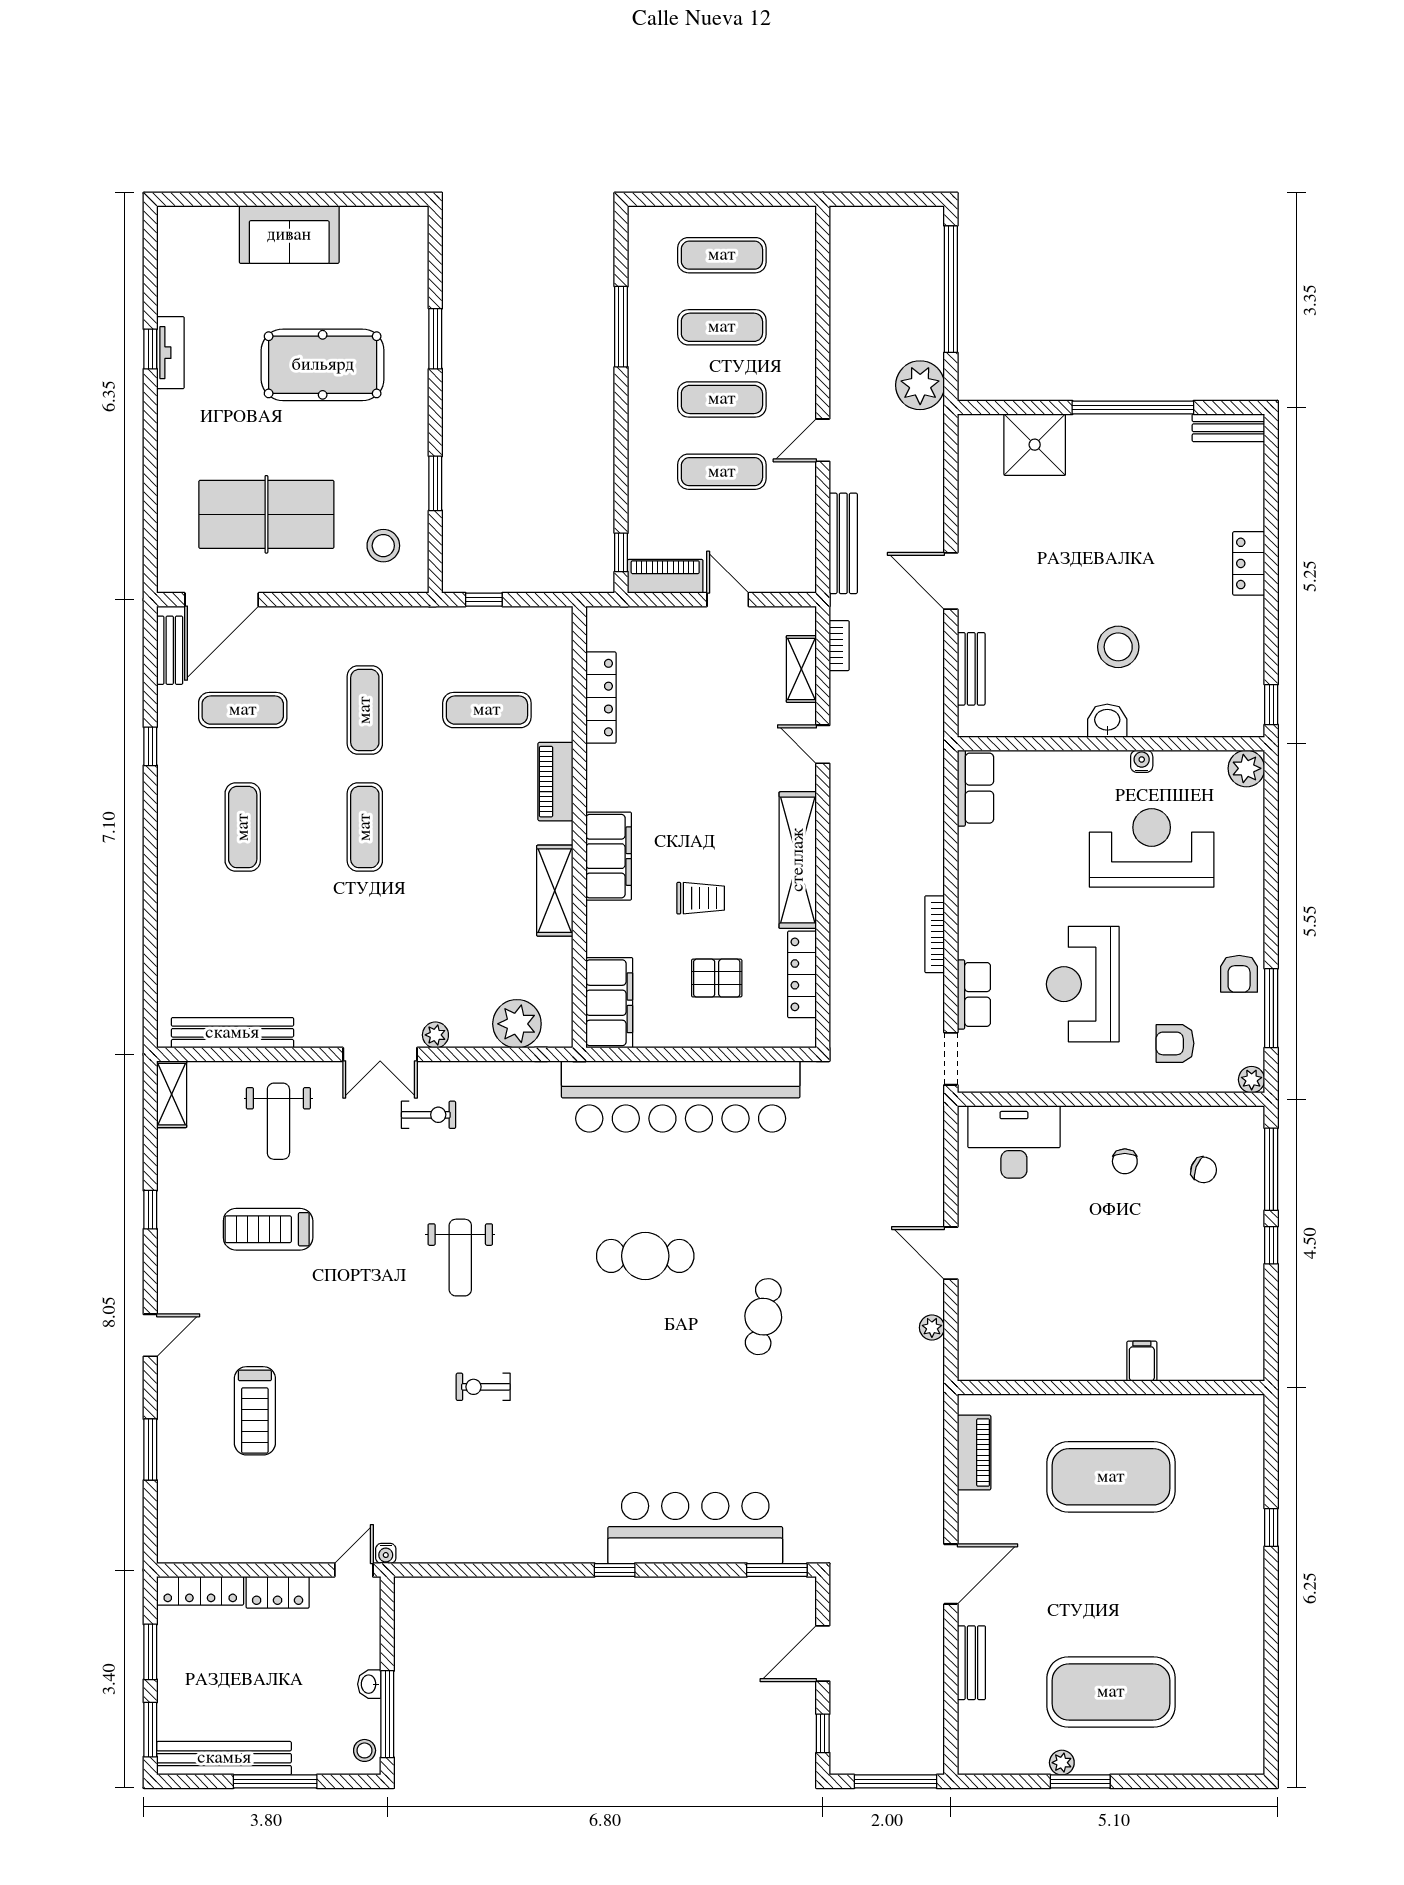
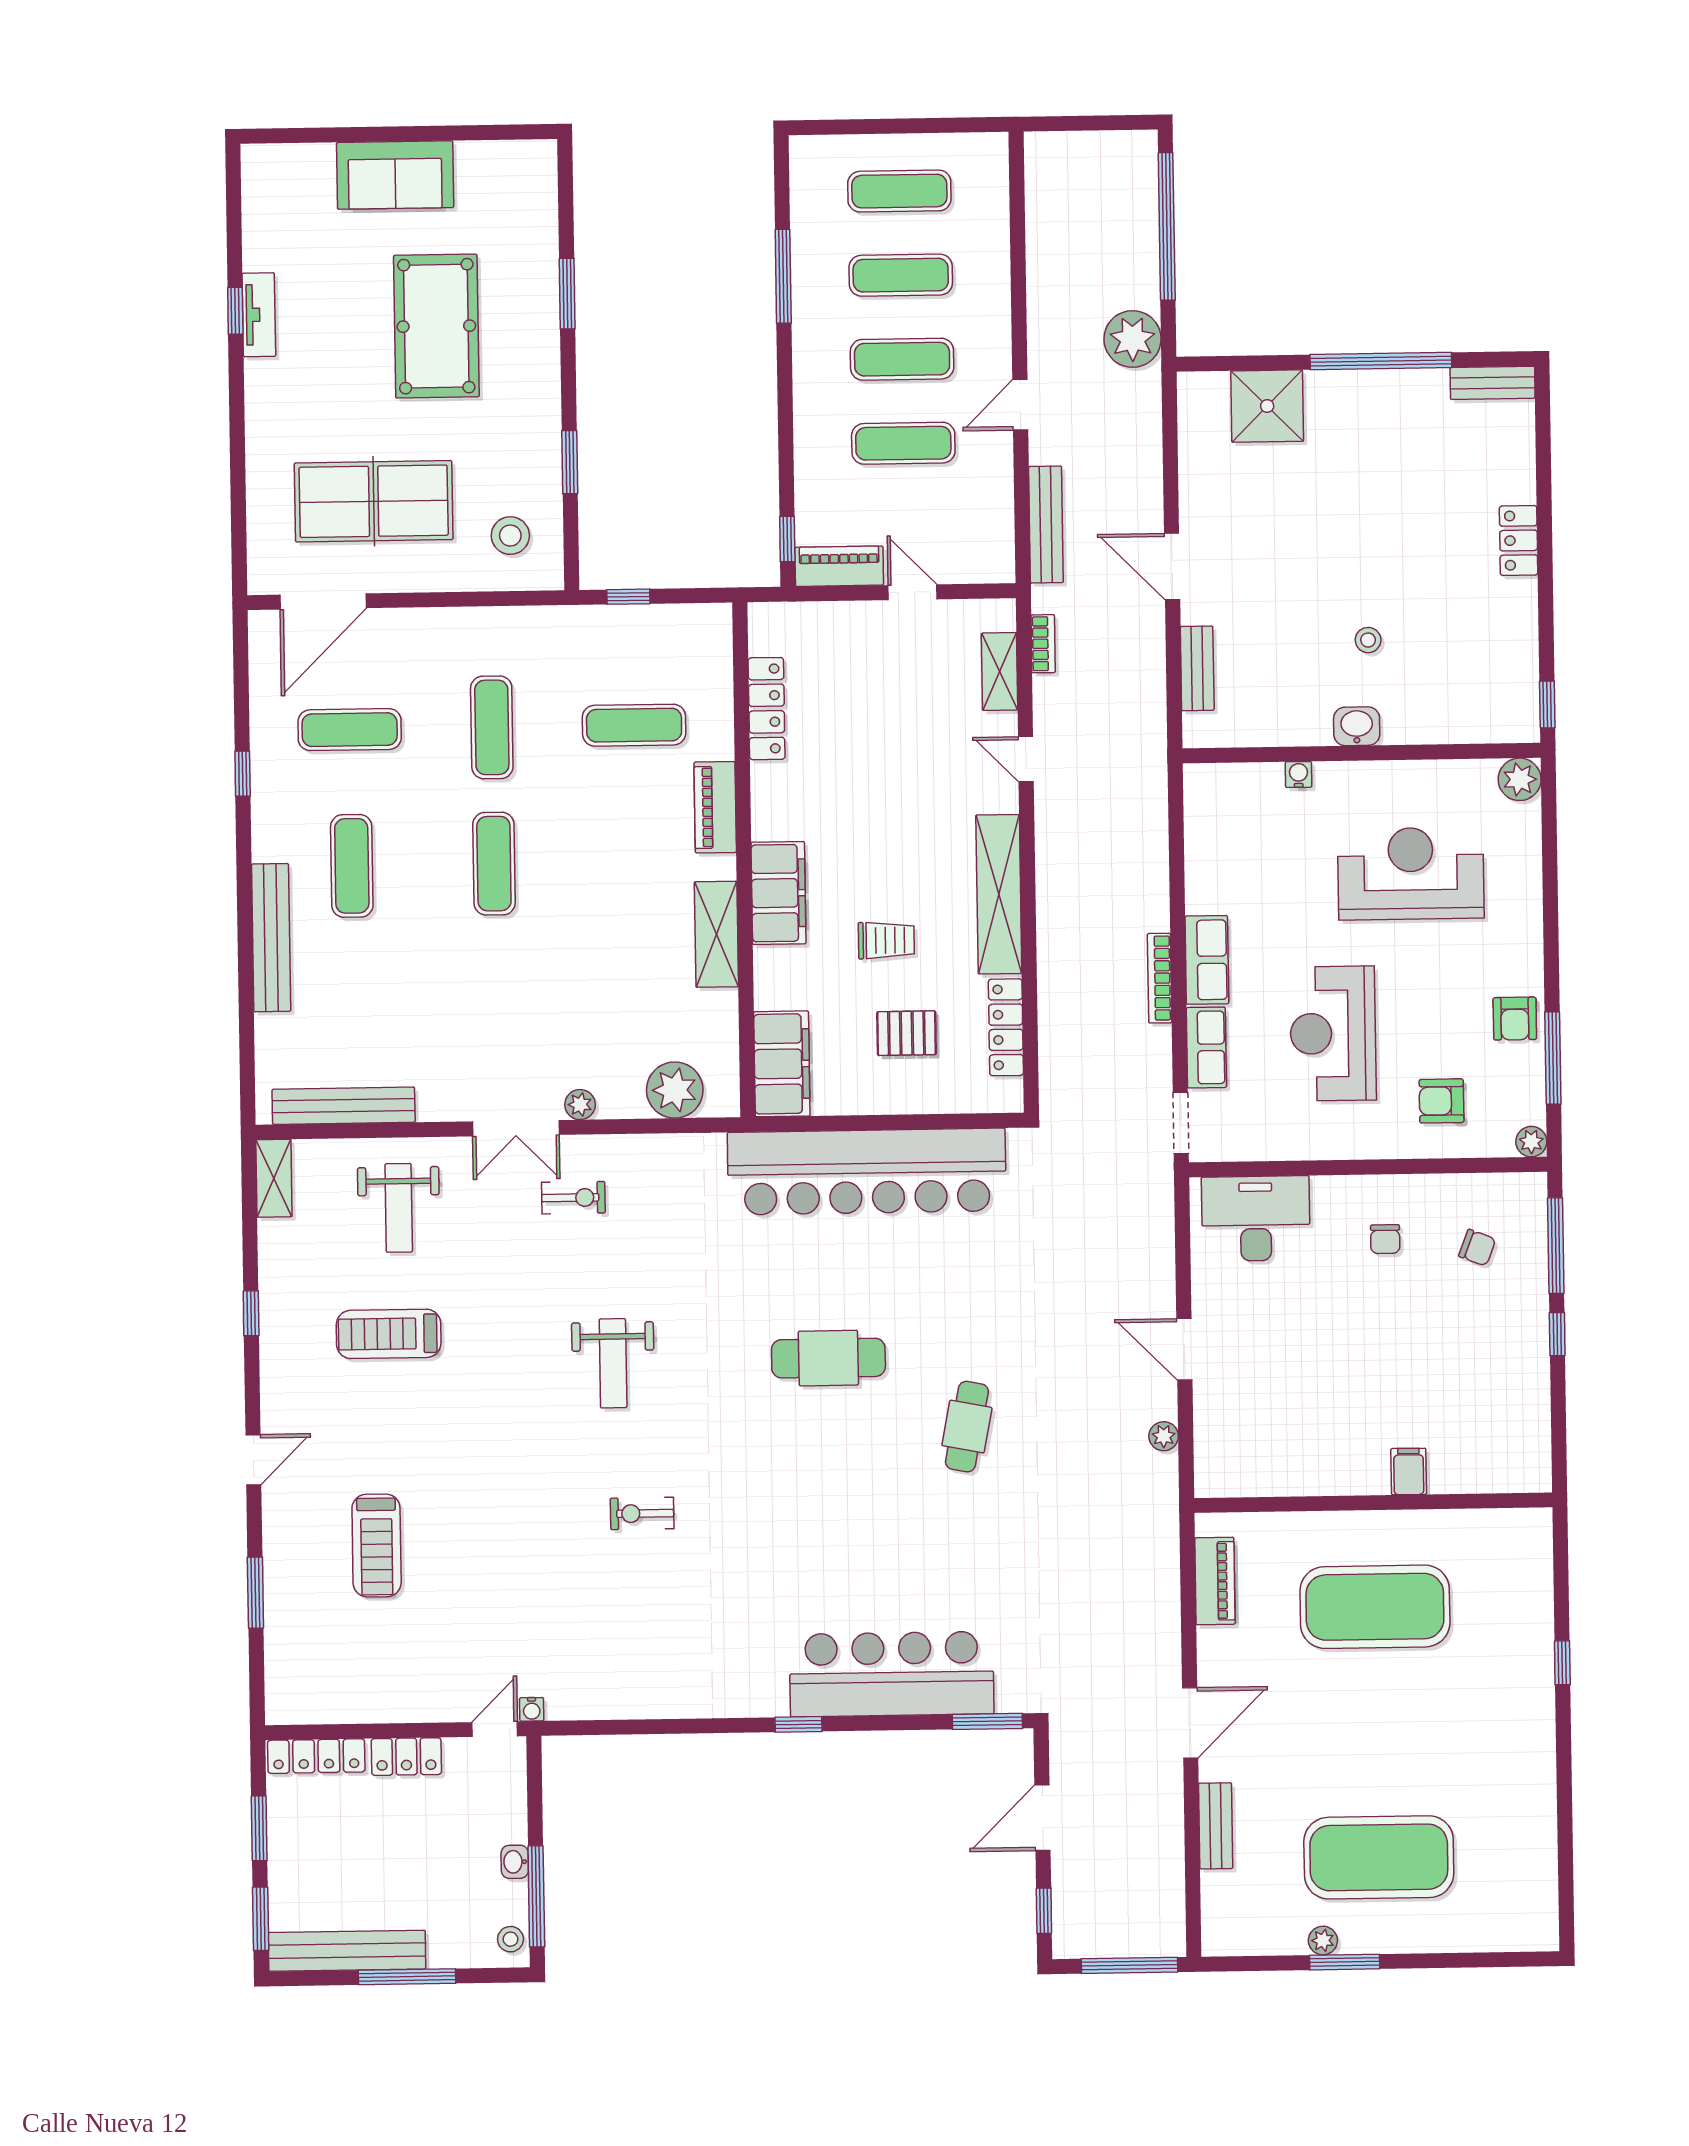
pool table: (323, 365) -> (436, 326), turned 90
stool: (1118, 647) -> (1368, 640), width x0.53, depth x0.53
bench: (170, 650) -> (271, 938), moved, width x1.86, depth x1.21
water cooler: (1142, 761) -> (1298, 774), moved
row of seats: (975, 788) -> (1207, 960), moved

